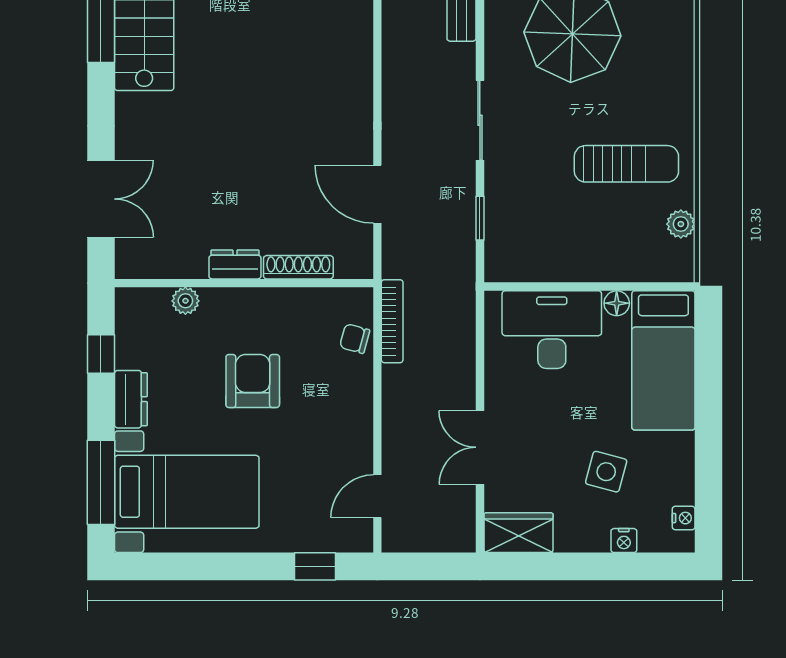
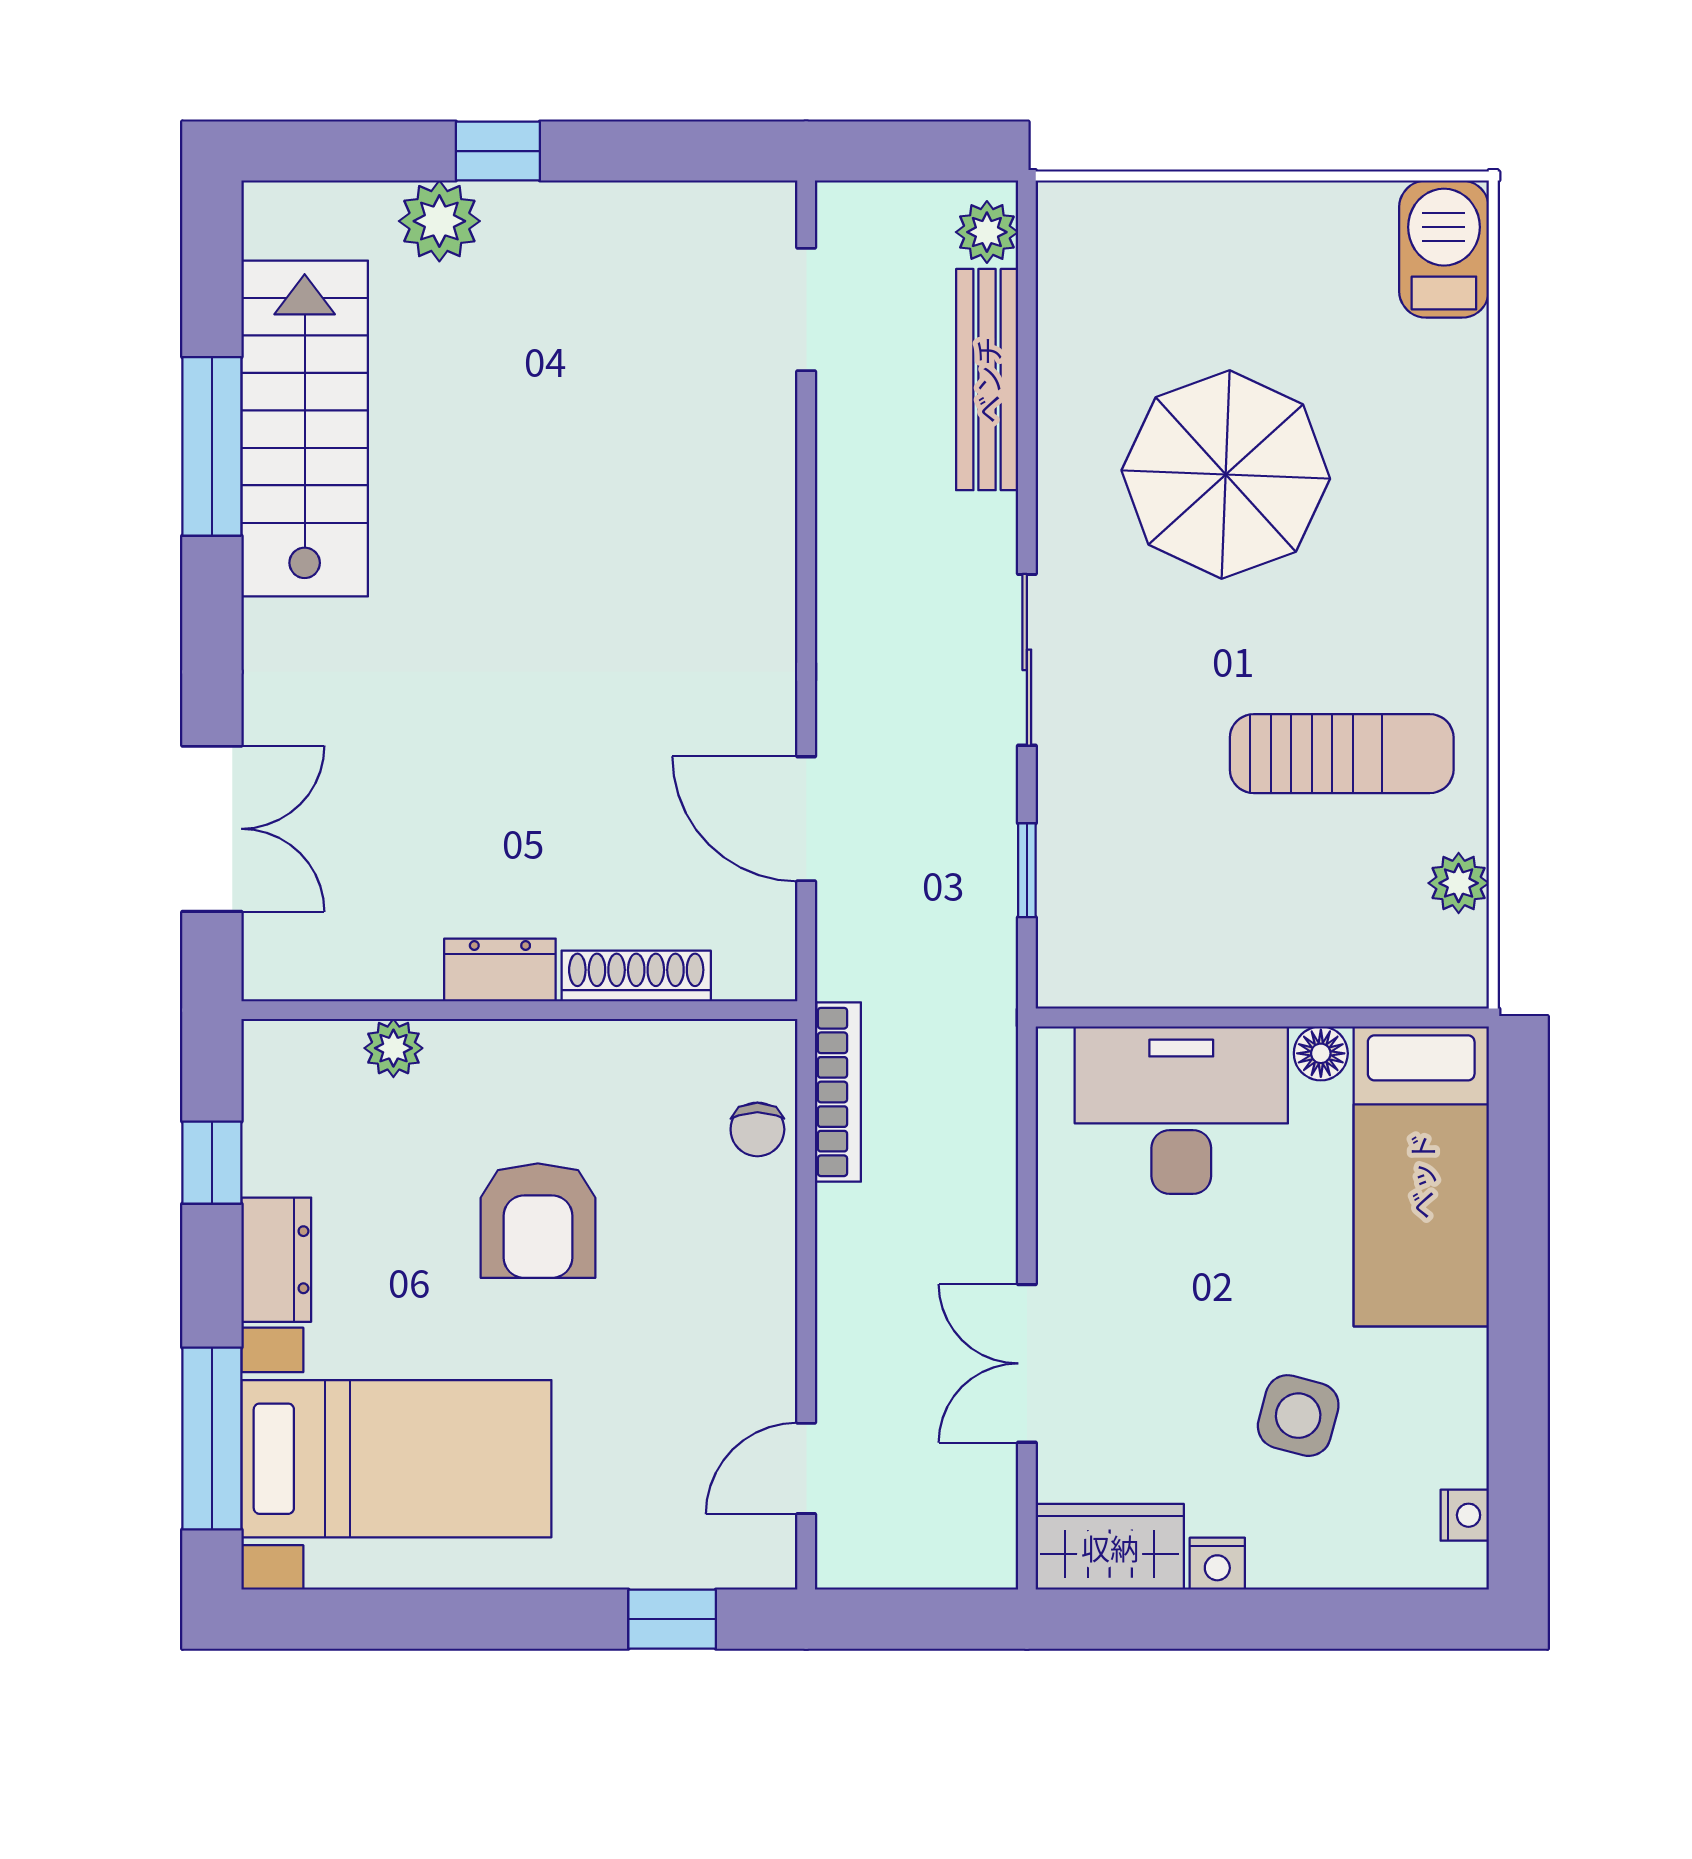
chair: (355, 339) -> (757, 1129), turned -105
armchair: (253, 381) -> (538, 1221), turned 180
nightstand: (624, 541) -> (1217, 1564), moved

